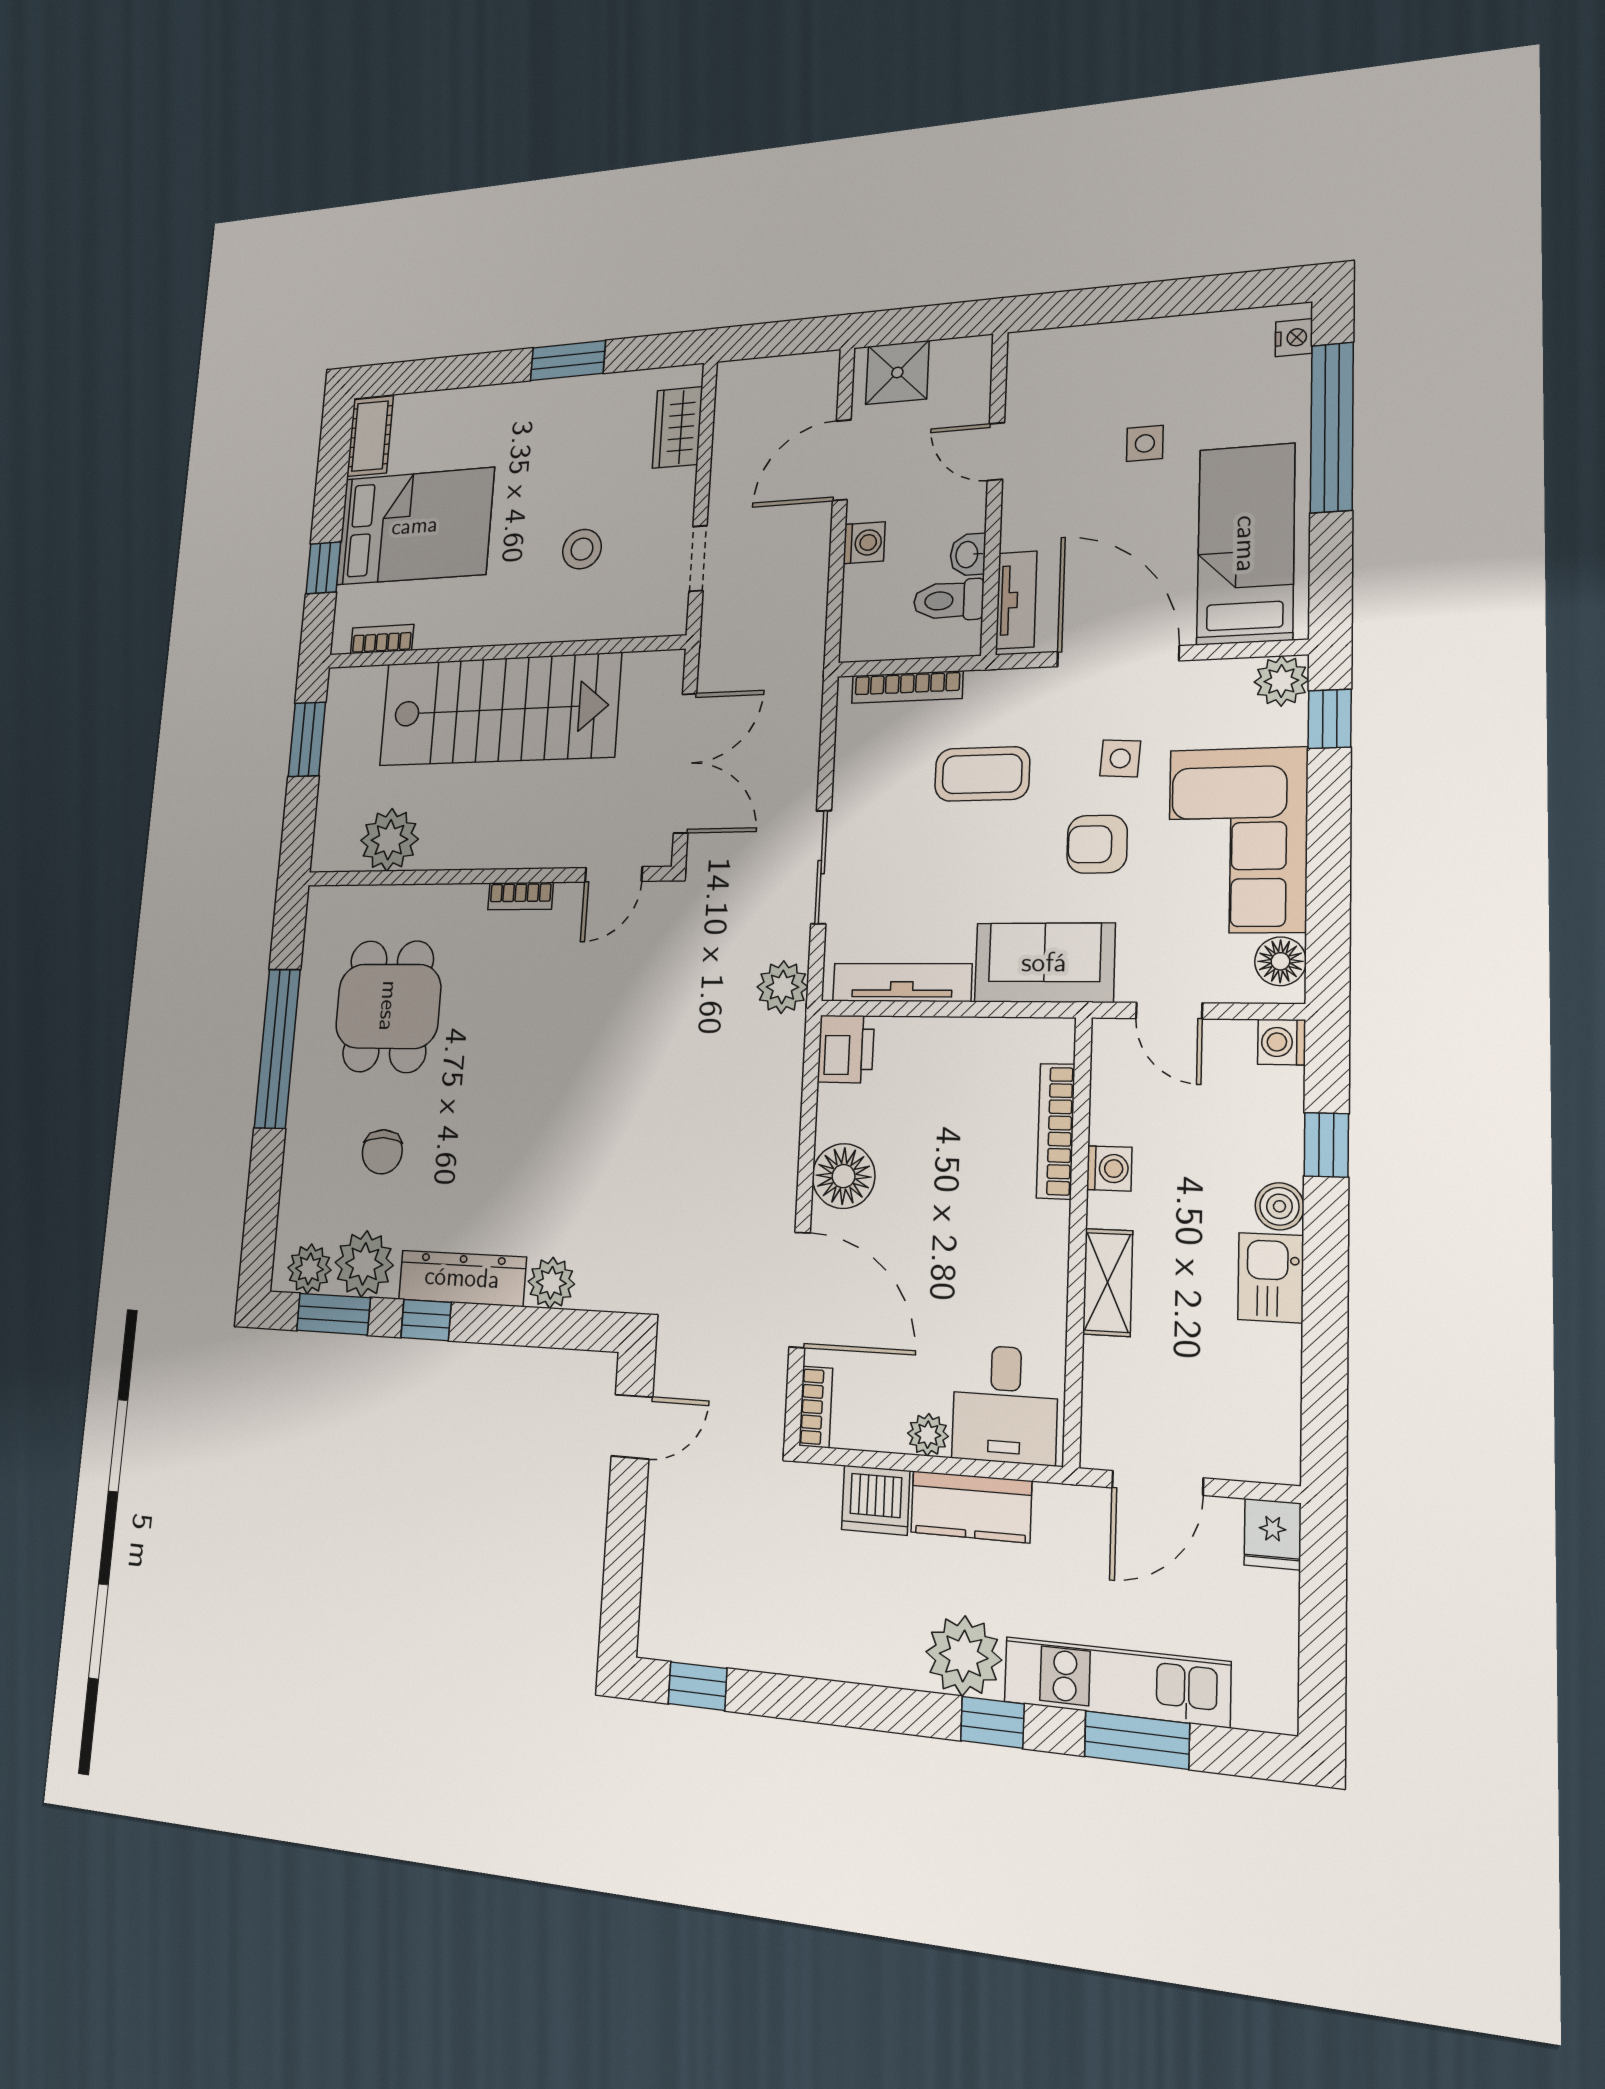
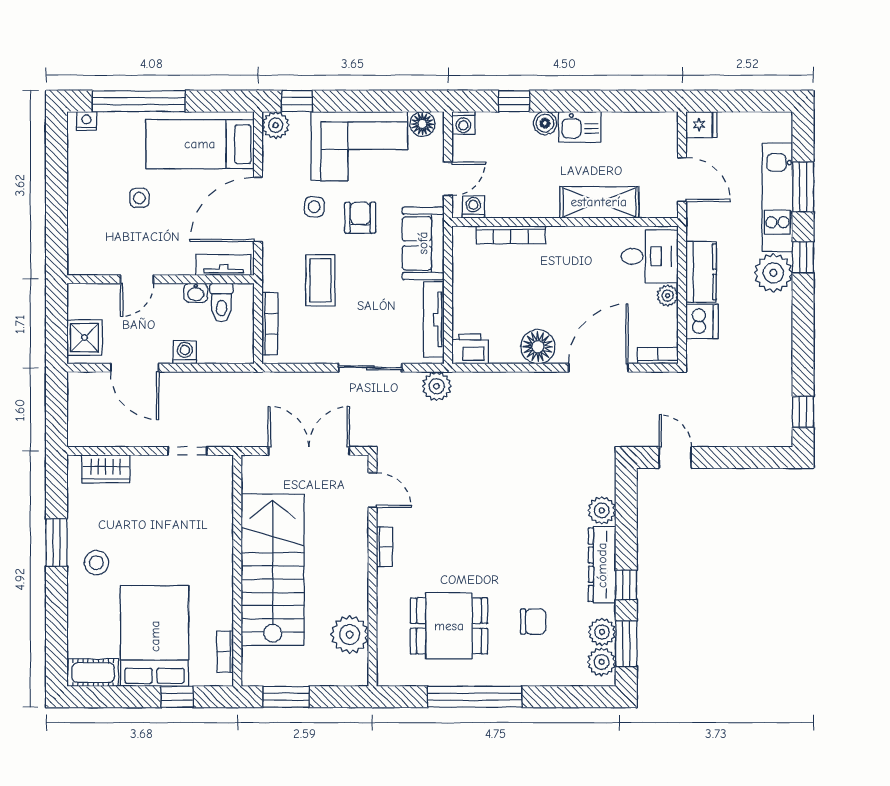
stool: (582, 549) -> (96, 563), moved
armchair: (1097, 844) -> (360, 218), turned 180
washing machine: (1109, 1168) -> (473, 207), moved
plant: (364, 1264) -> (602, 632), width x0.73, depth x0.73
shelving: (1108, 1282) -> (599, 202), width x1.50, depth x1.33

